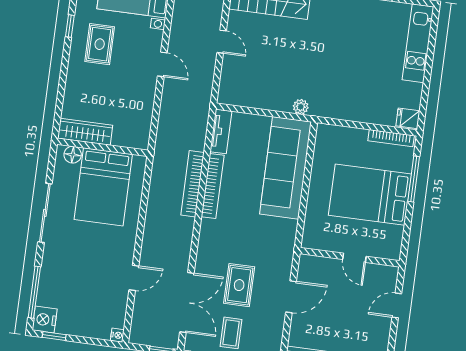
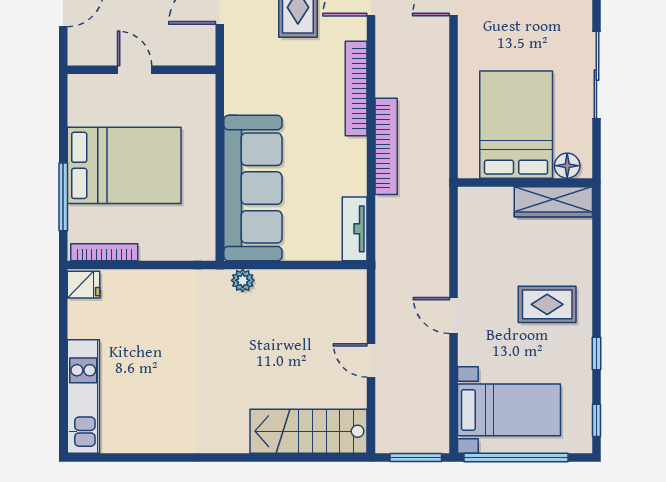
rug: (100, 44) -> (547, 304), moved, turned 90
bookcase: (213, 186) -> (356, 88), moved

